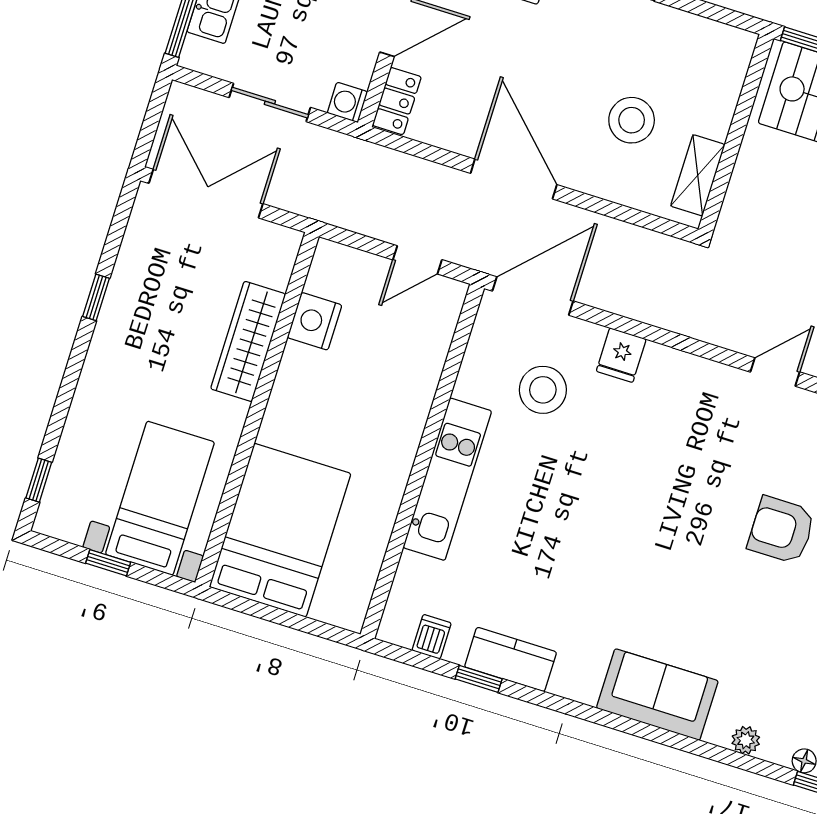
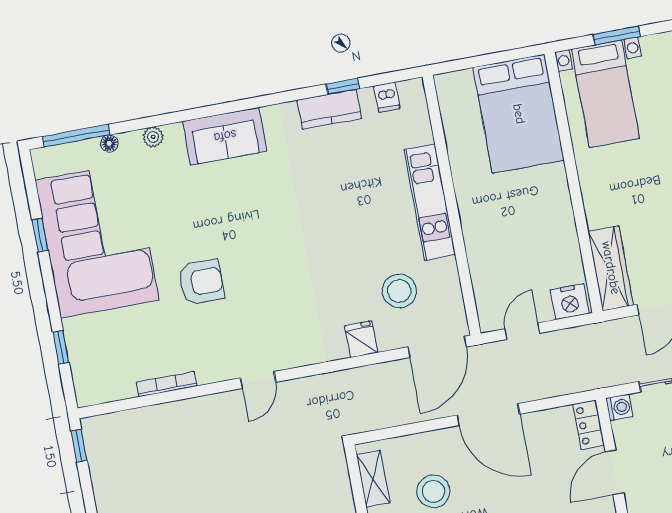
nightstand: (315, 321) -> (570, 302), moved, turned 90
wardrobe: (248, 341) -> (611, 268), moved
window: (108, 563) -> (617, 35), width x1.50

